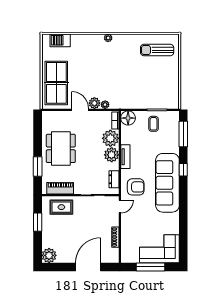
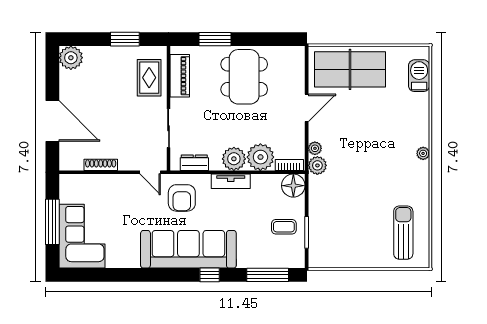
plant: (94, 103) -> (317, 165), moved
dining table: (61, 148) -> (244, 77), turned 90

